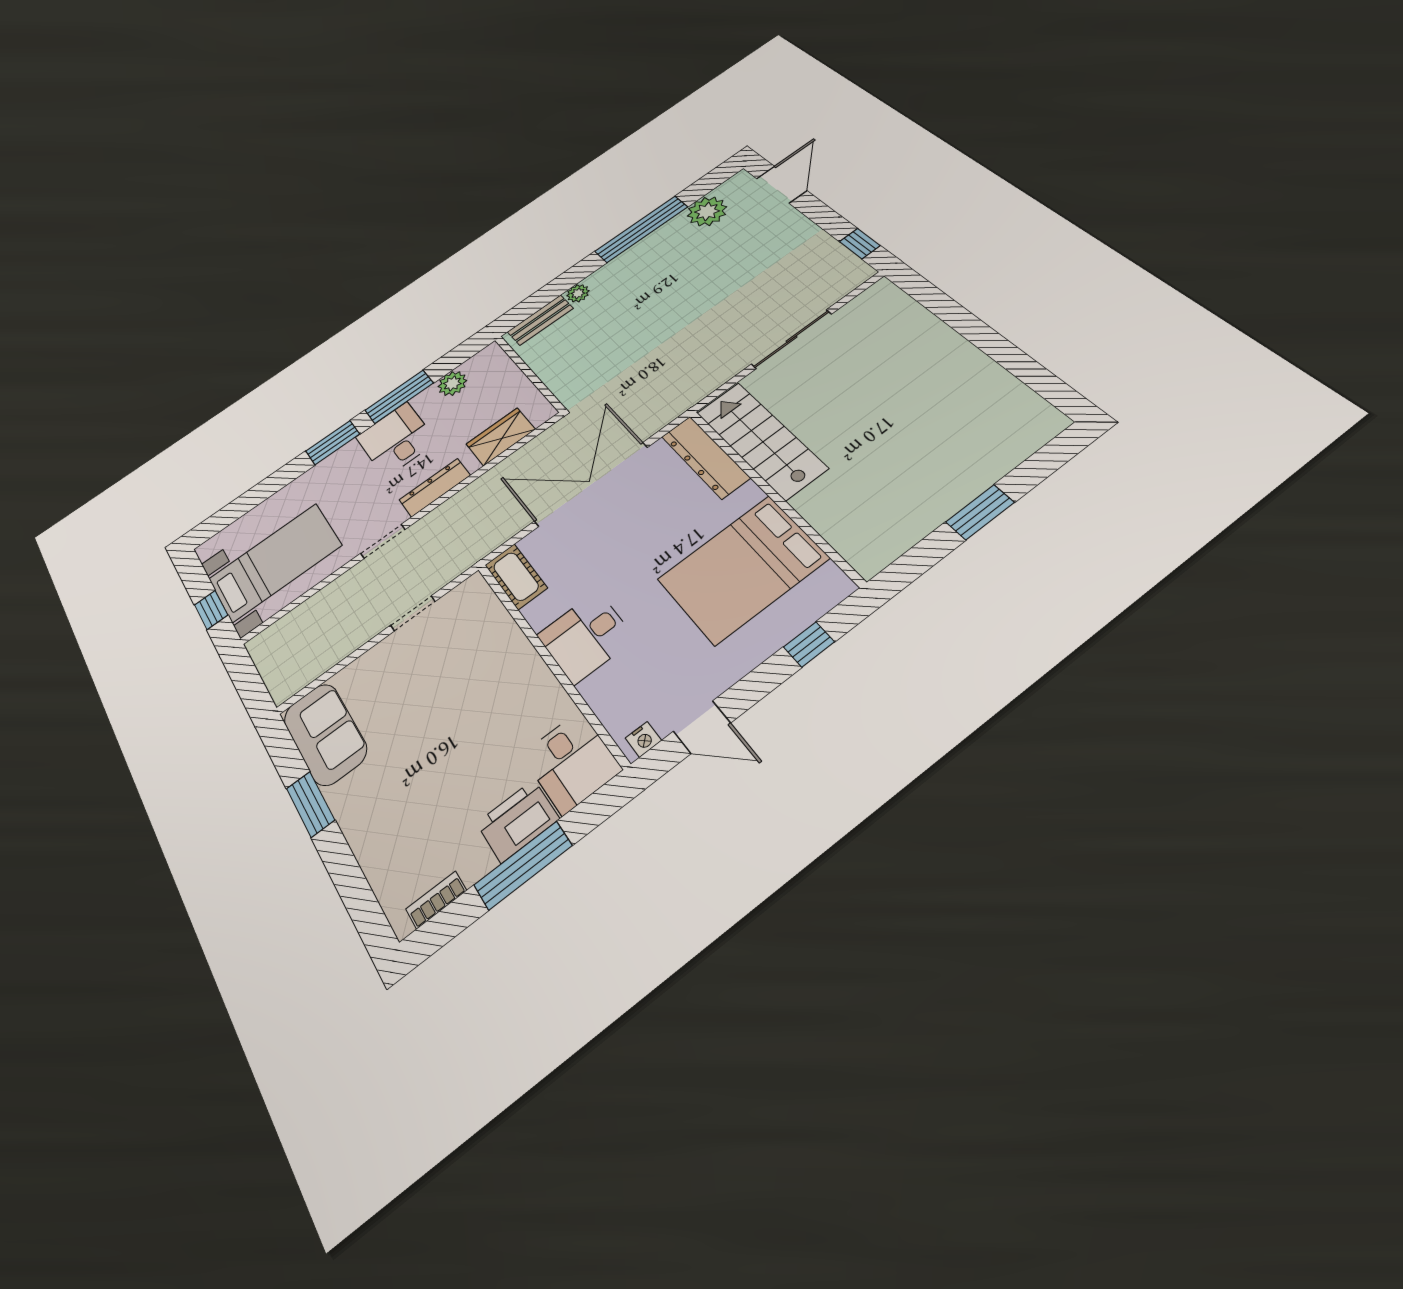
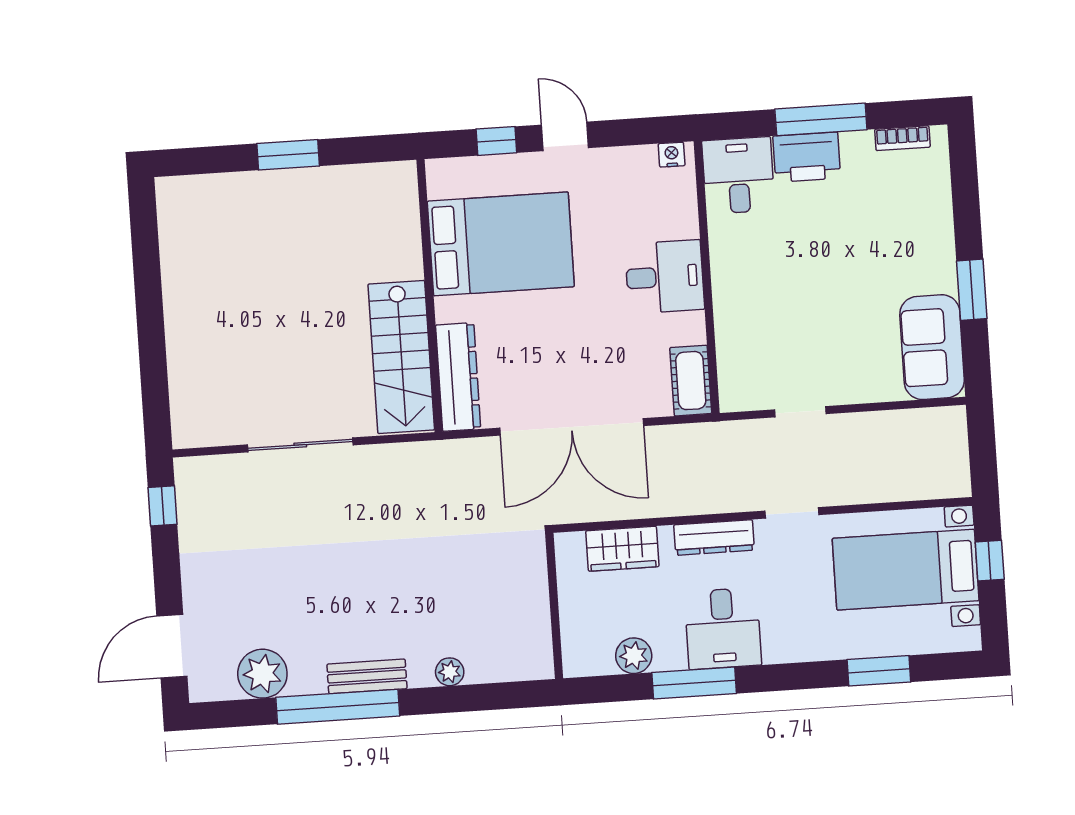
bench: (540, 320) -> (367, 676), moved
window: (333, 443) -> (879, 671), moved
door: (702, 727) -> (565, 136), moved

